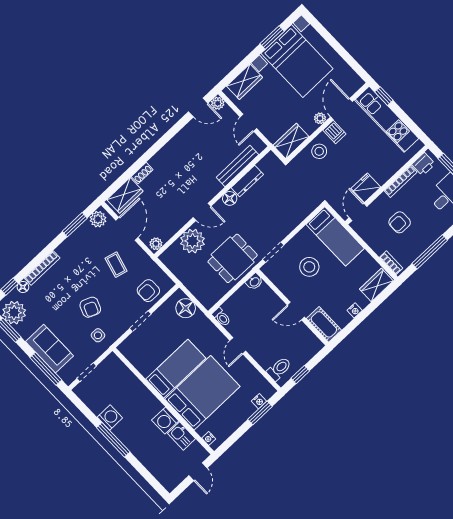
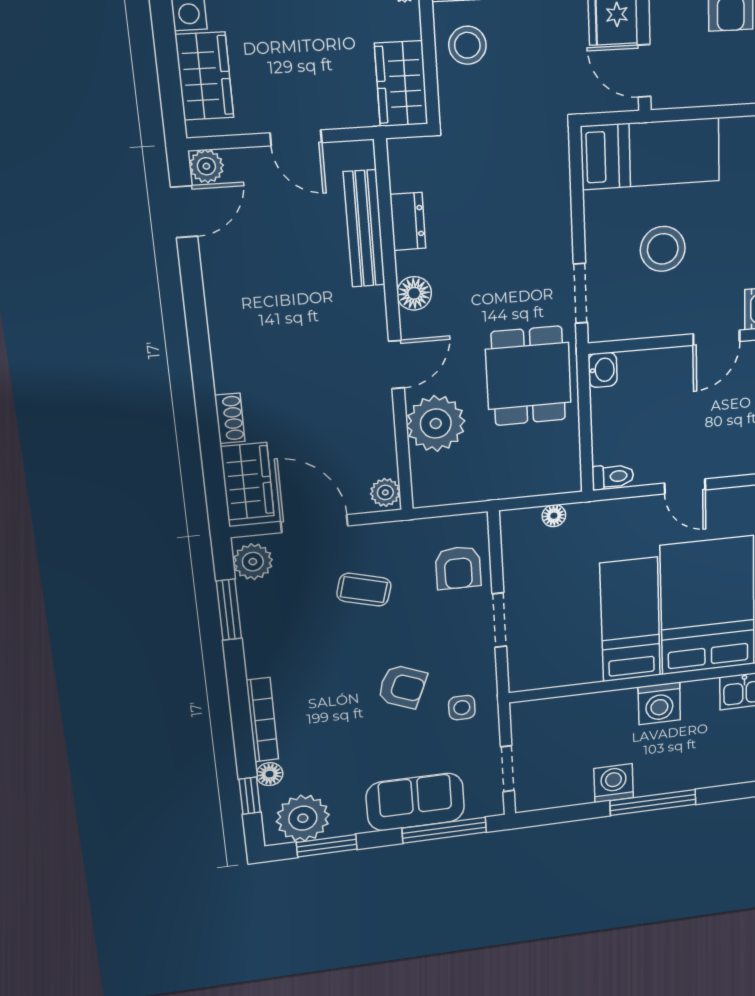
dresser: (247, 181) -> (408, 221), width x0.70
floor lamp: (186, 308) -> (554, 516), width x0.53, depth x0.53
washing machine: (165, 420) -> (659, 703), moved

